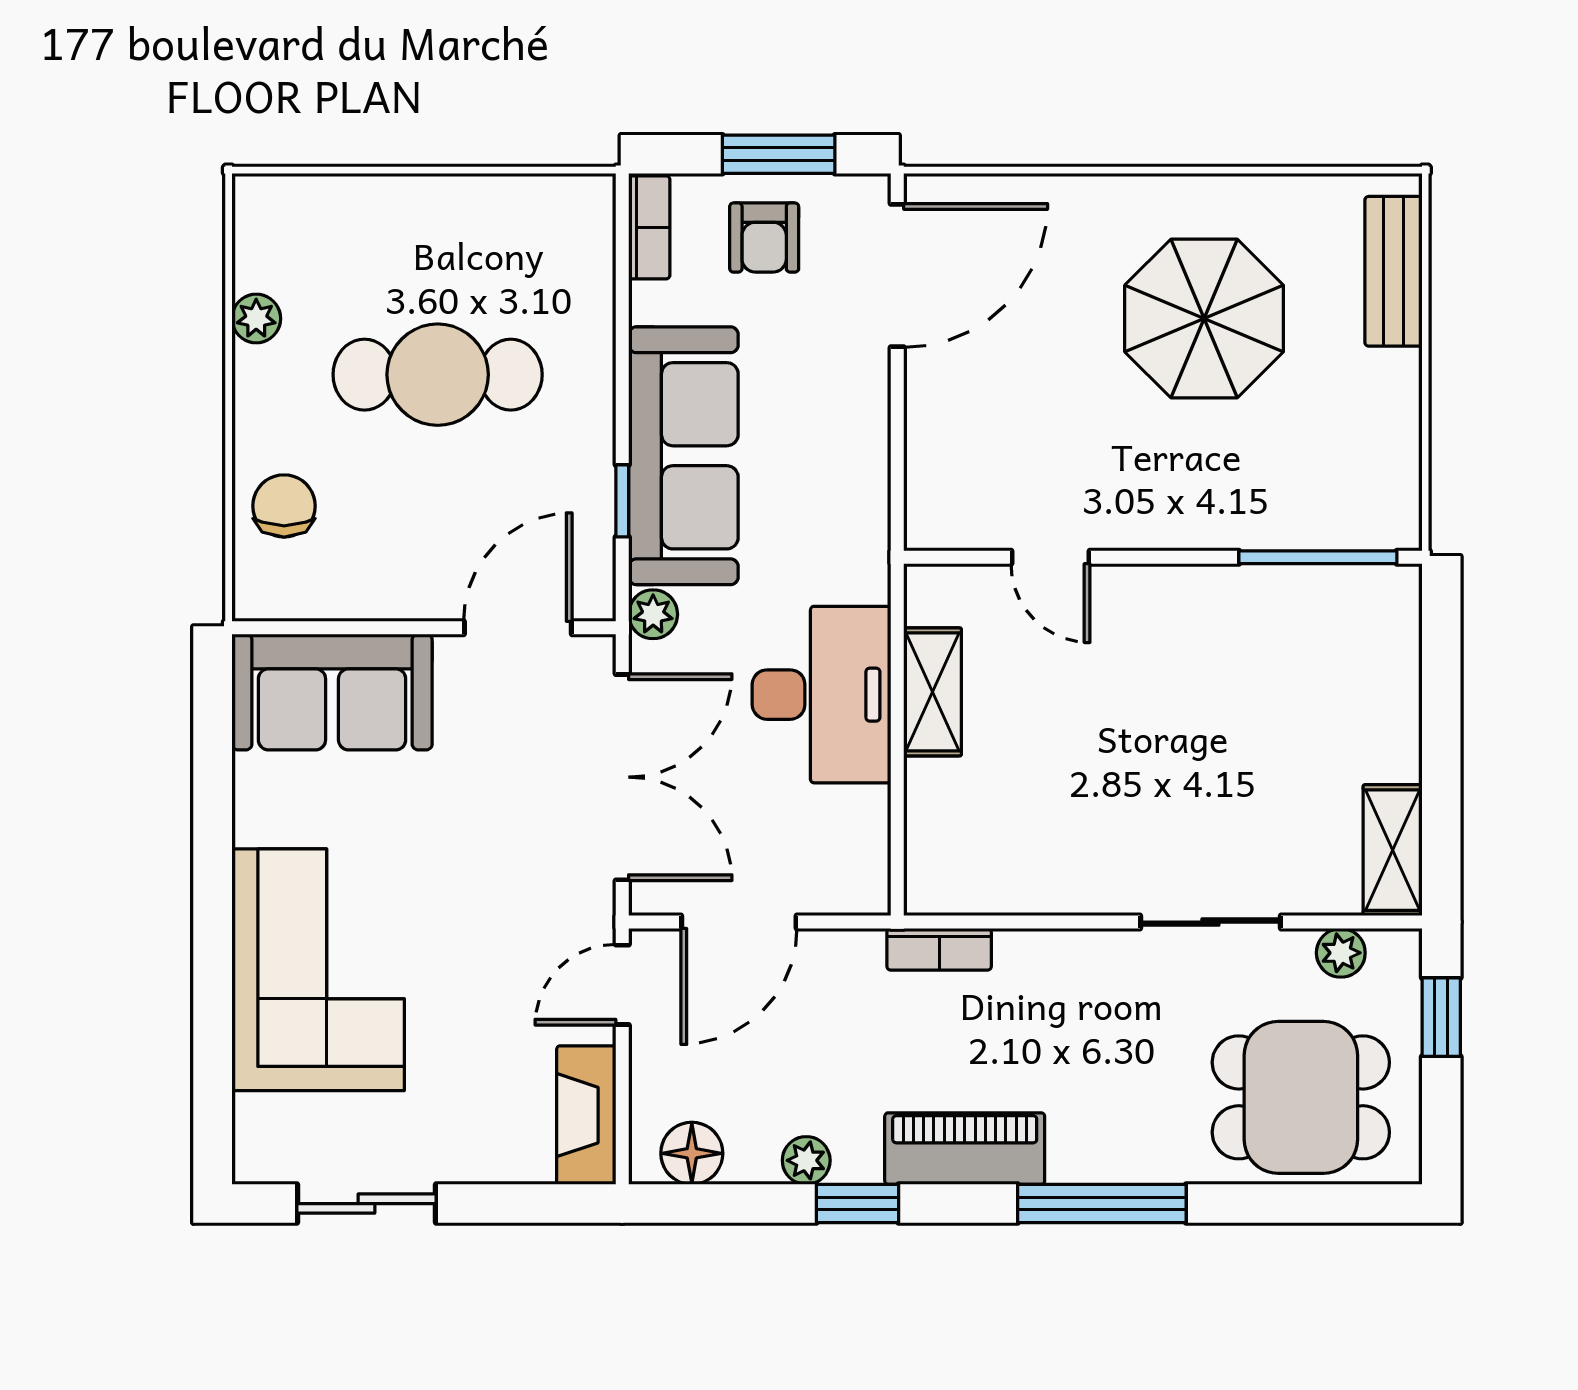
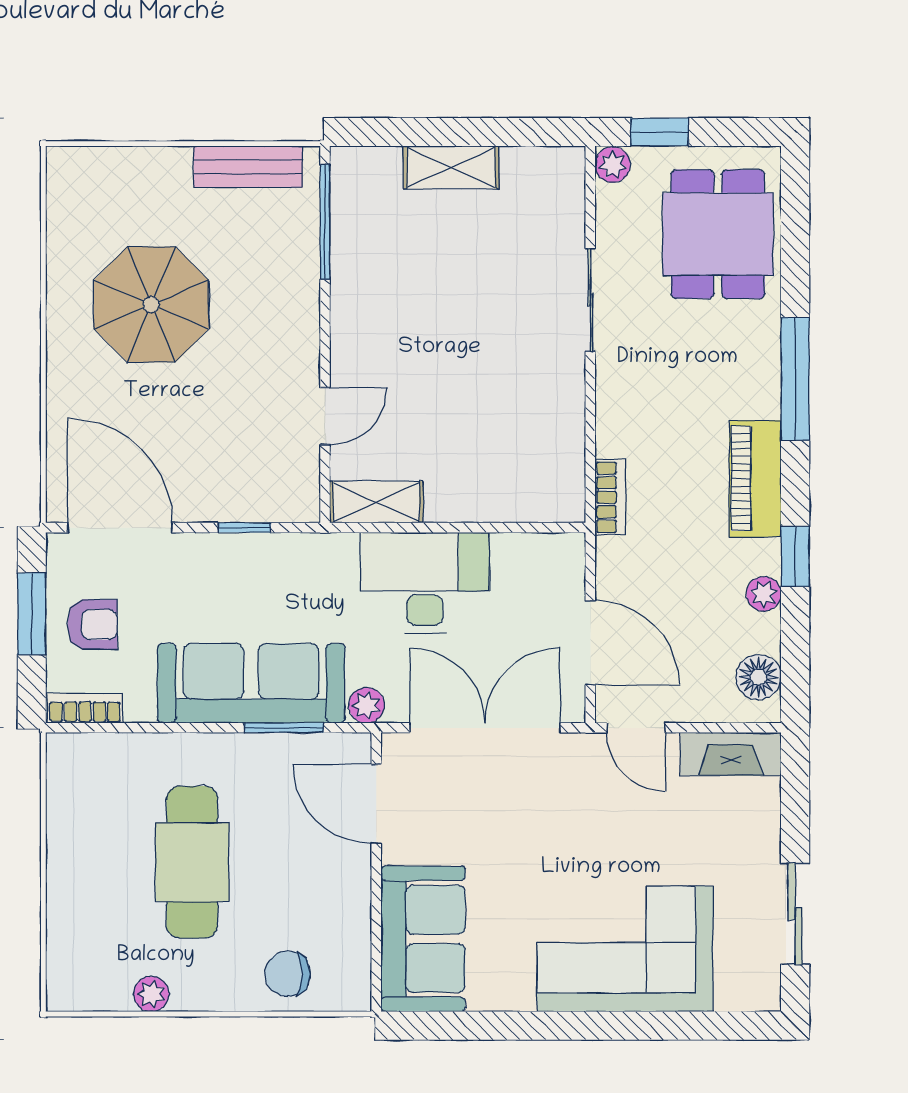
bench: (1393, 271) -> (248, 167), moved
window: (897, 446) -> (244, 528), added
window: (622, 501) -> (284, 728), width x1.50
shelving: (933, 692) -> (376, 502), moved
shelving: (1393, 850) -> (451, 167), moved
plant: (1341, 953) -> (613, 165), moved

